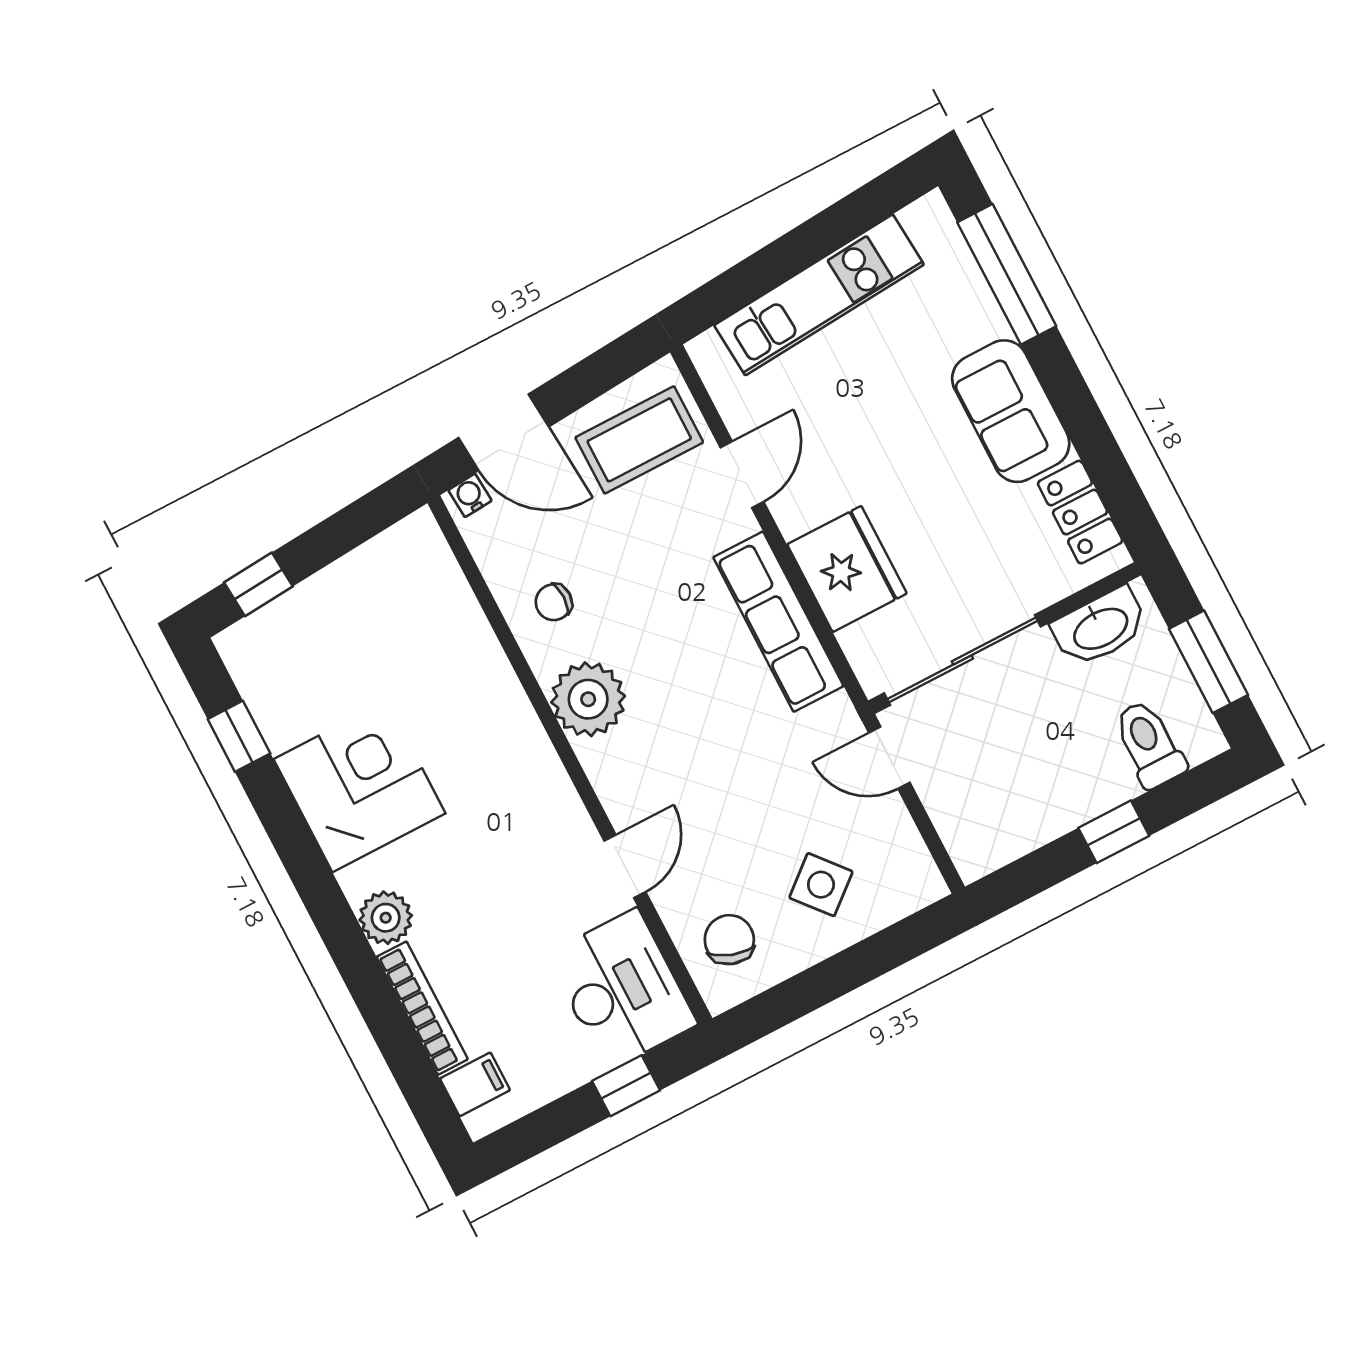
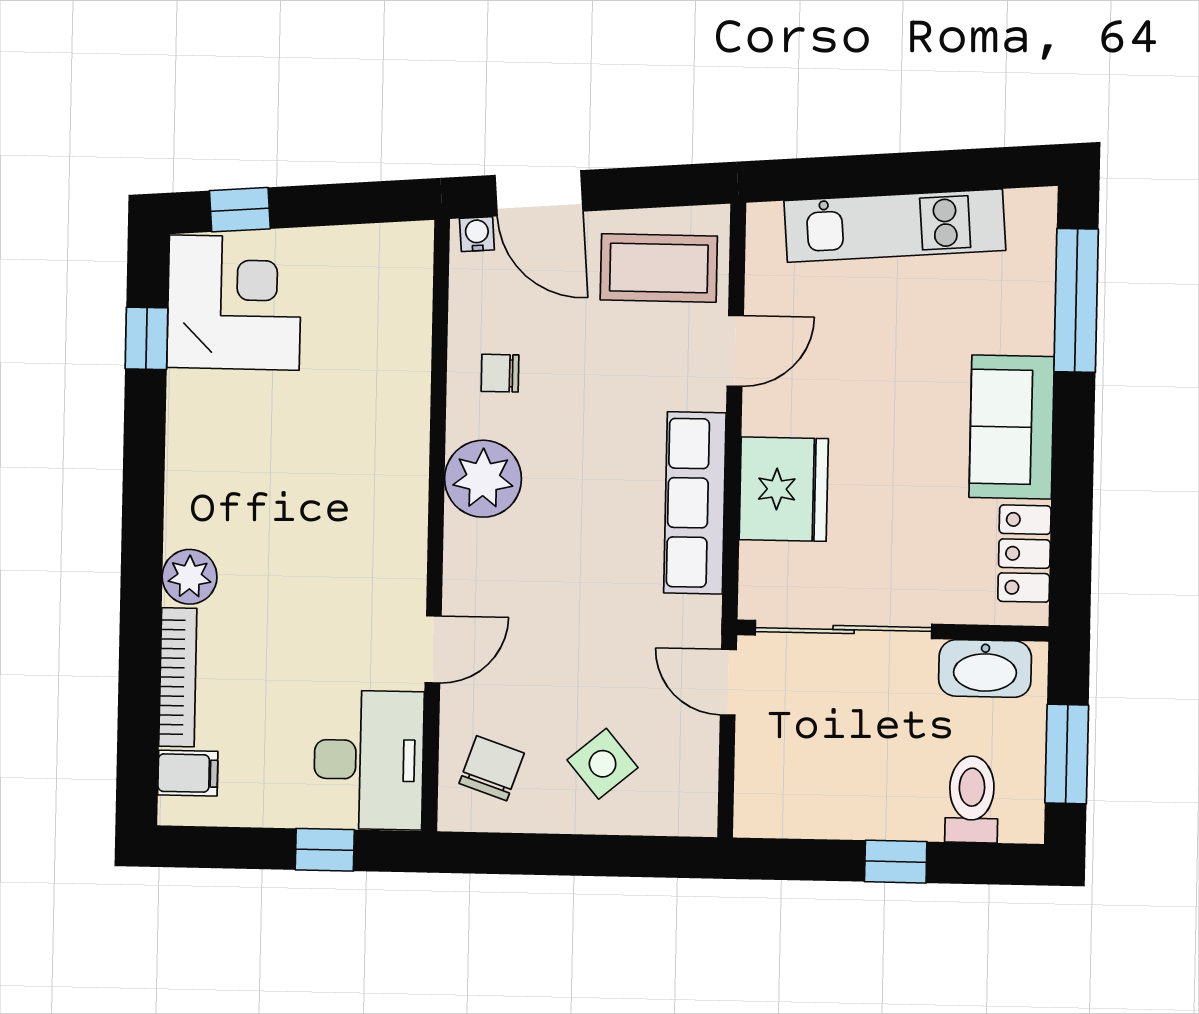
corner desk: (360, 786) -> (234, 303), moved

